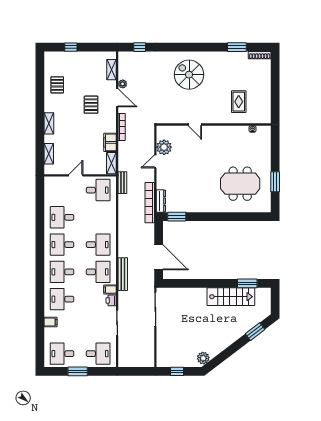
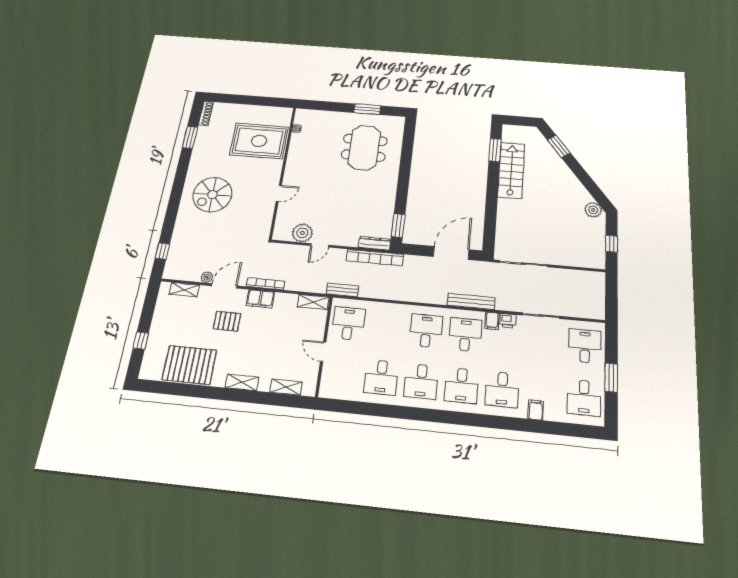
pallet: (57, 85) -> (189, 365), width x2.05, depth x2.00
rug: (239, 102) -> (259, 141), width x1.86, depth x2.06
filing cabinet: (110, 142) -> (260, 299), moved
door: (155, 161) -> (320, 245), hinge flipped

